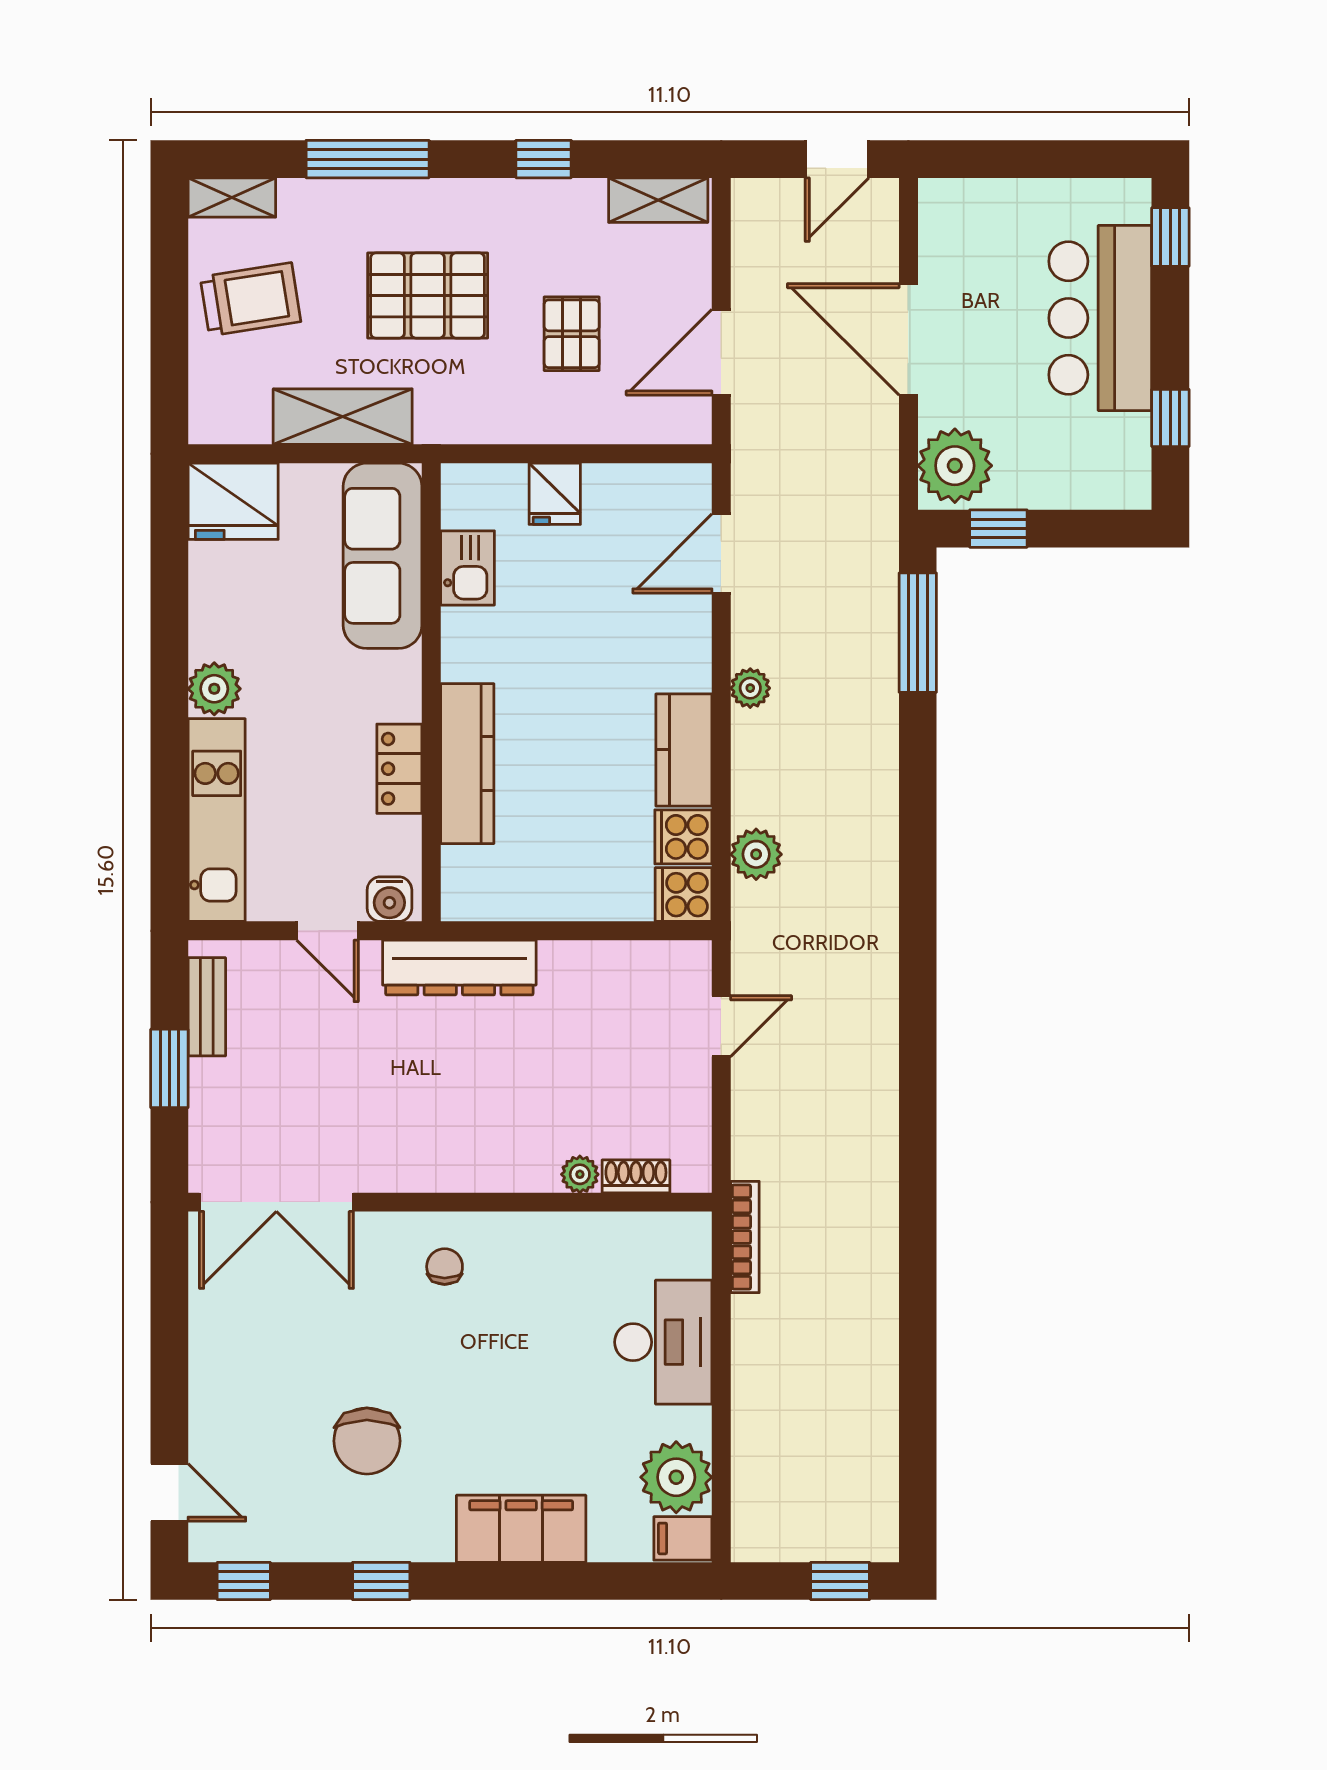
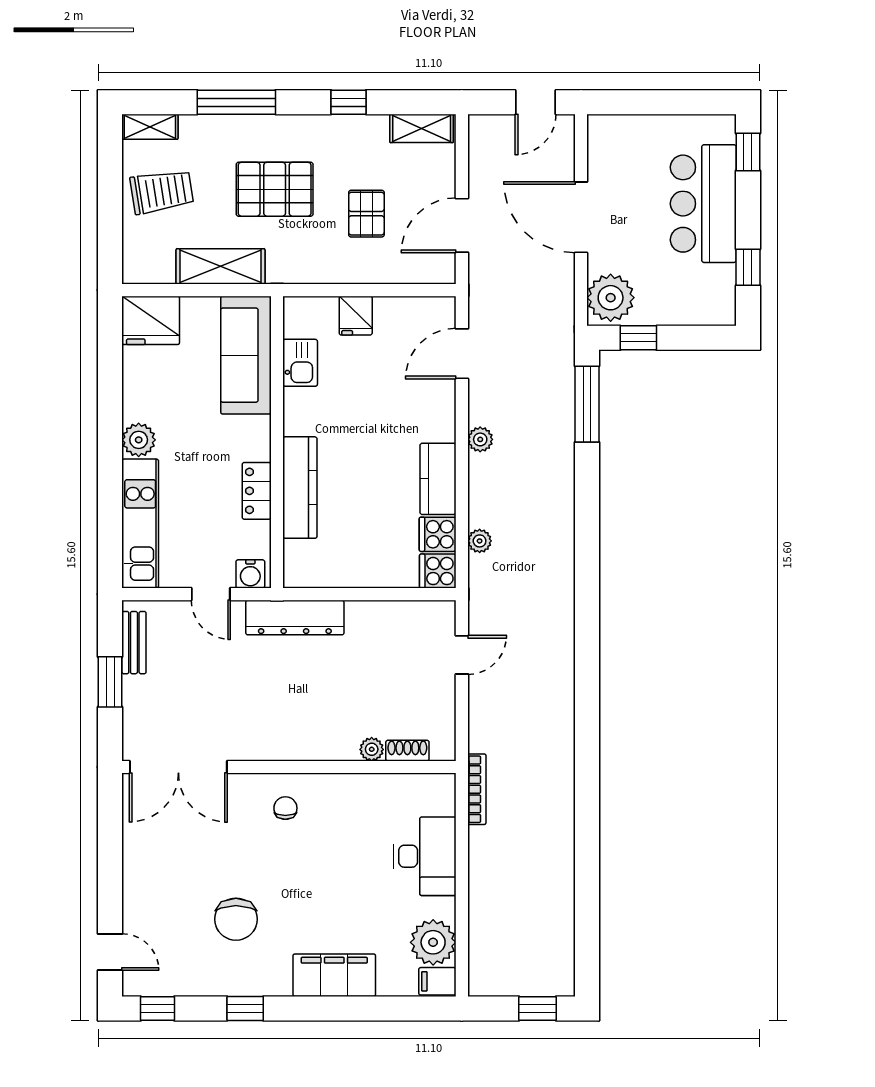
plant: (756, 854) -> (480, 541), width x0.73, depth x0.73

